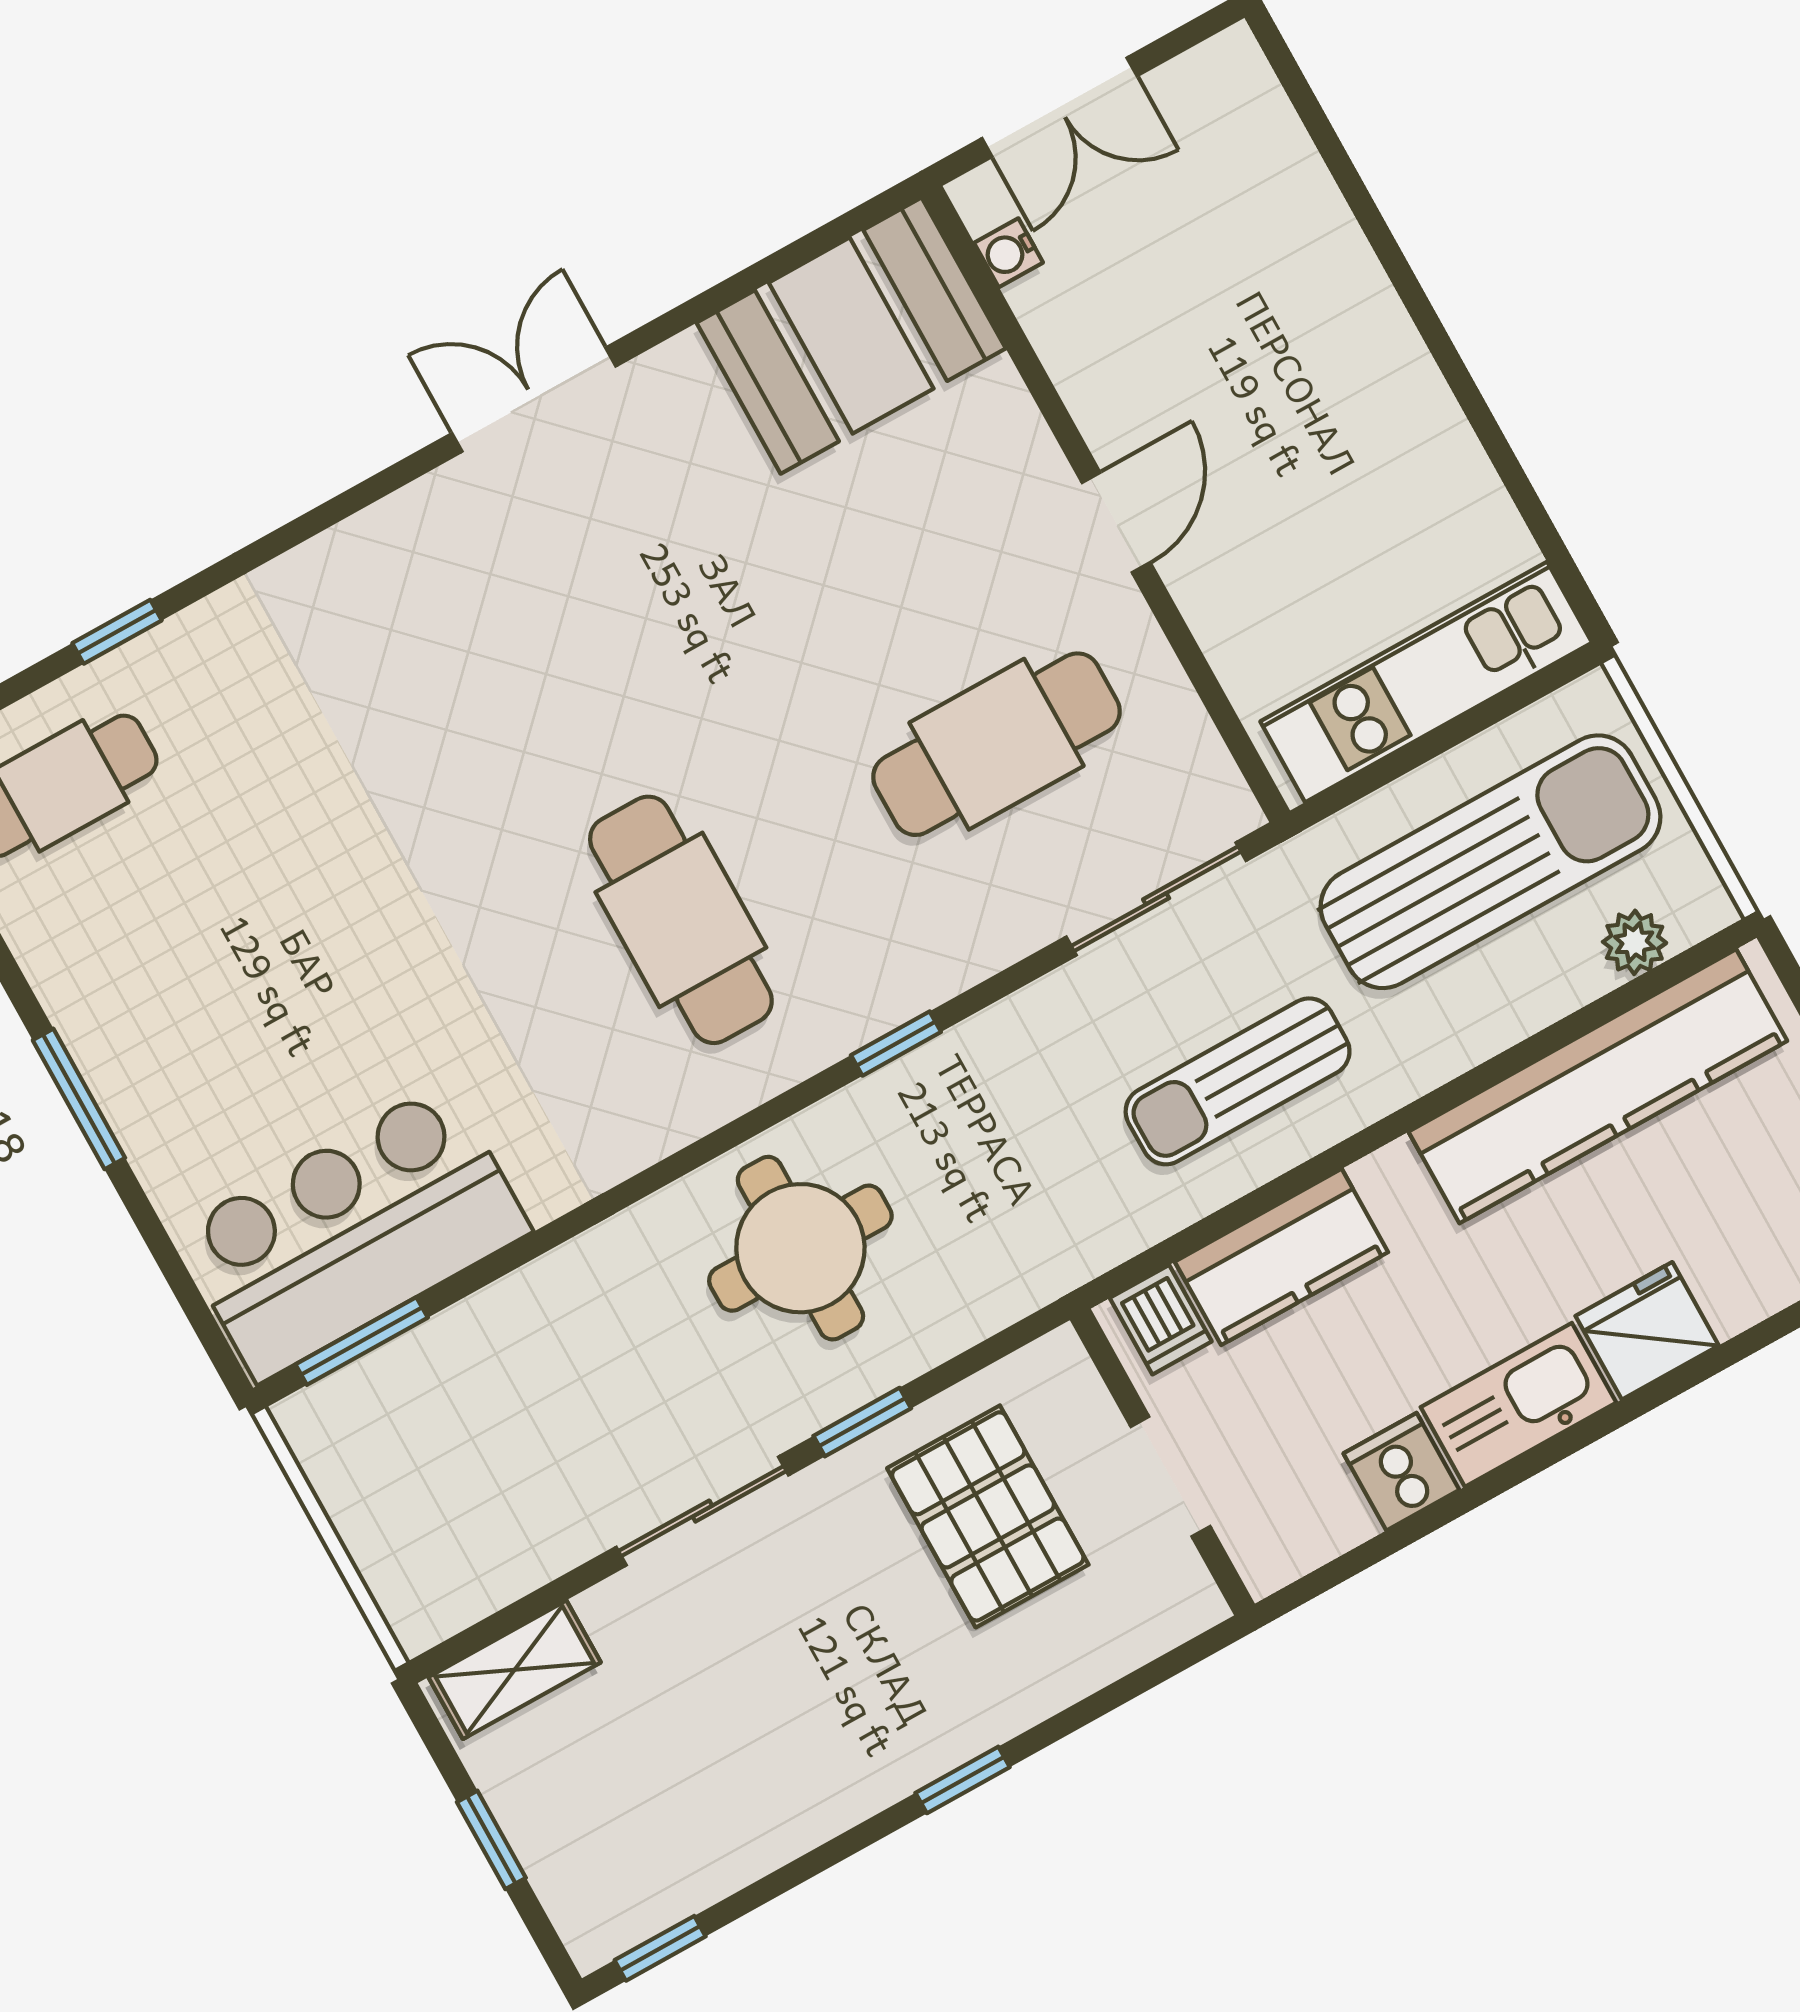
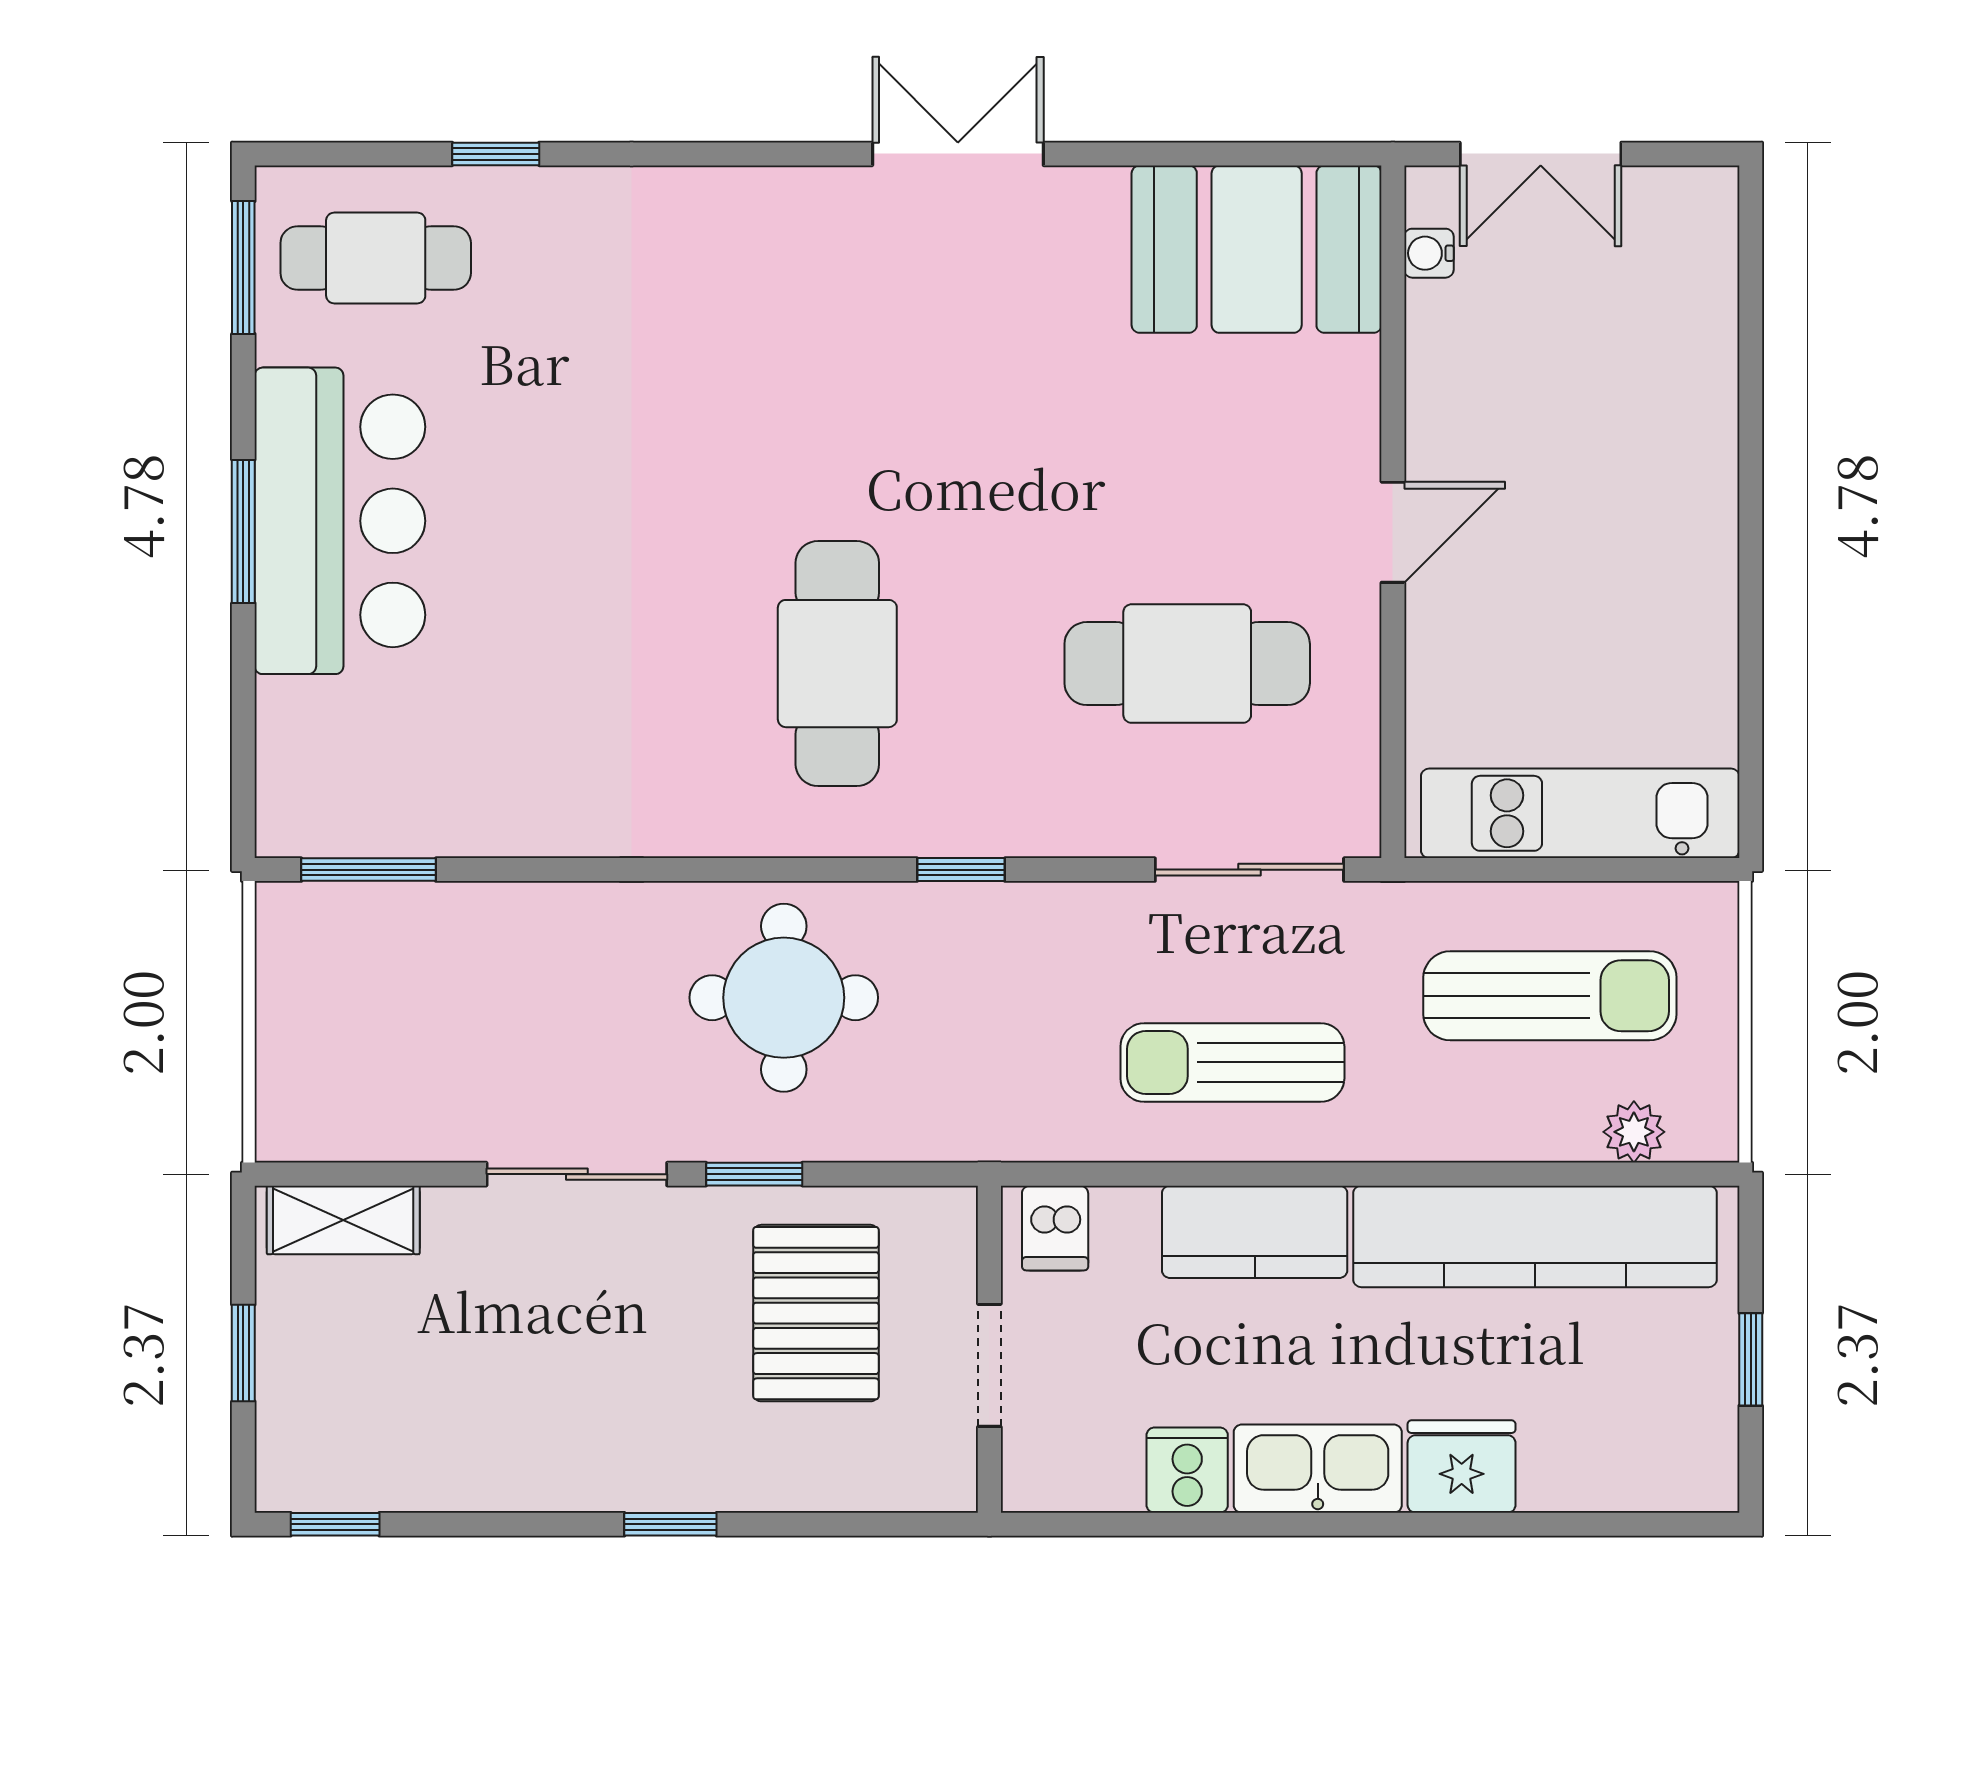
sun lounger: (1490, 862) -> (1550, 996), width x0.73, depth x0.75
bar counter: (353, 1232) -> (340, 521), moved, turned 90
kitchen counter: (1281, 1257) -> (1255, 1232), moved

